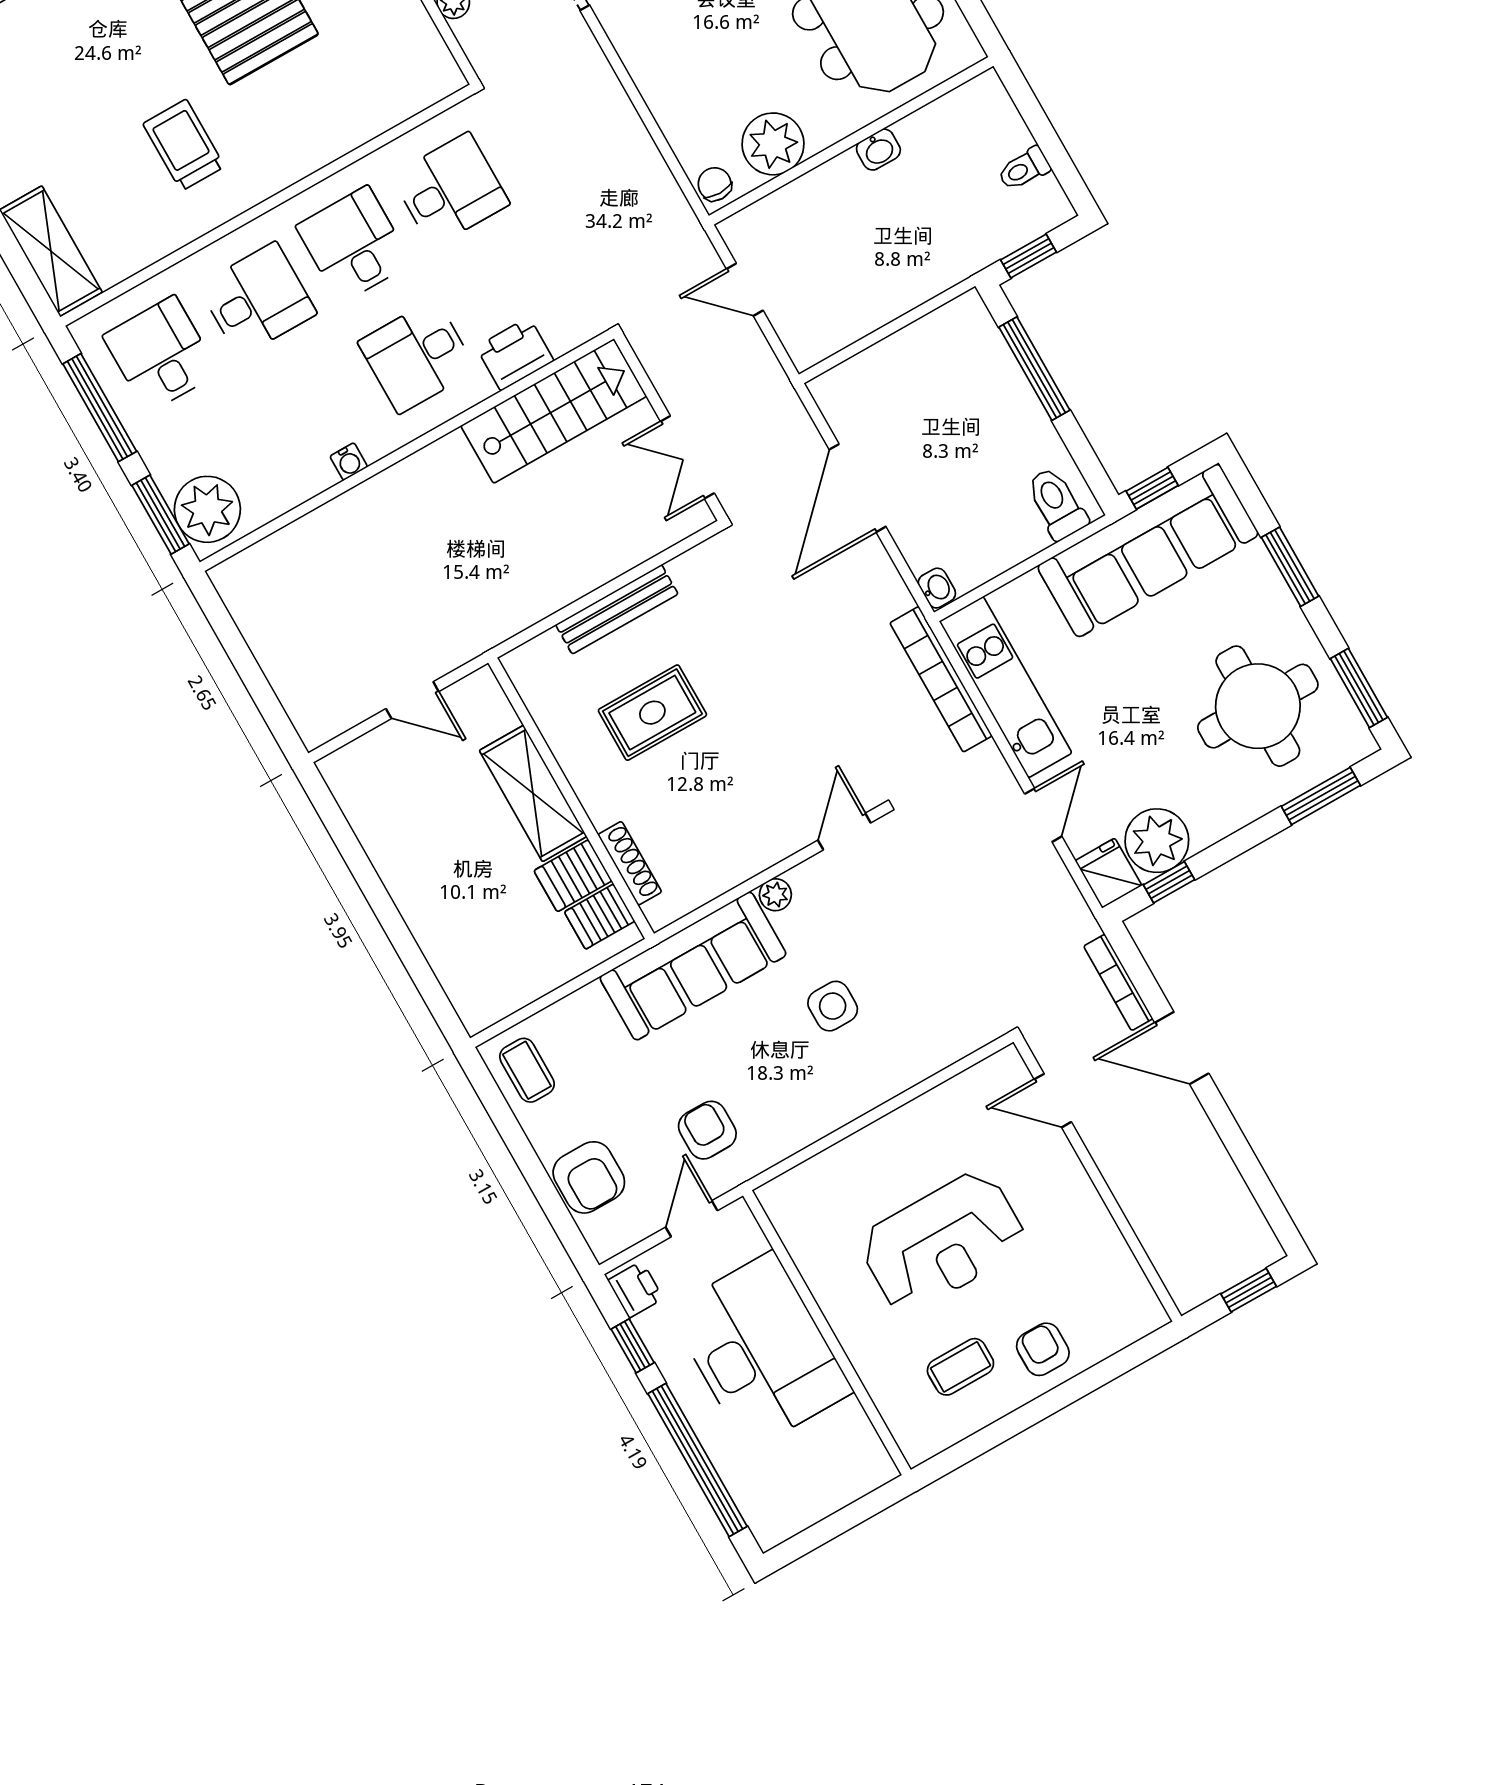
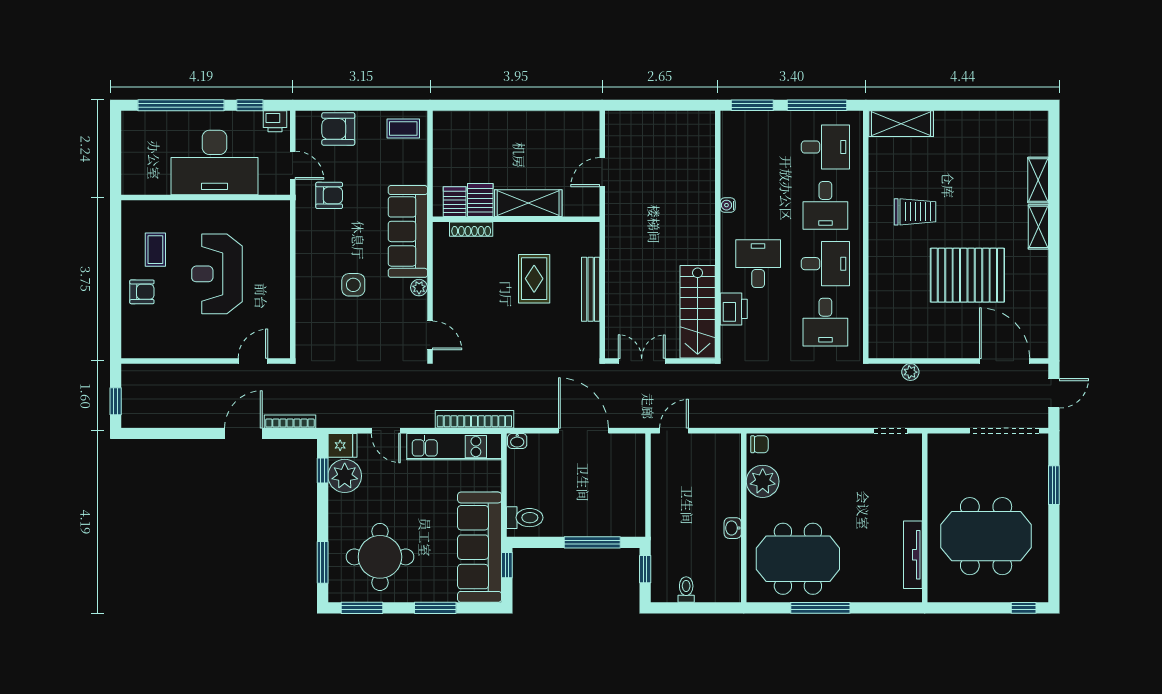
door: (745, 290) -> (674, 431), moved
plant: (207, 509) -> (743, 128), removed

